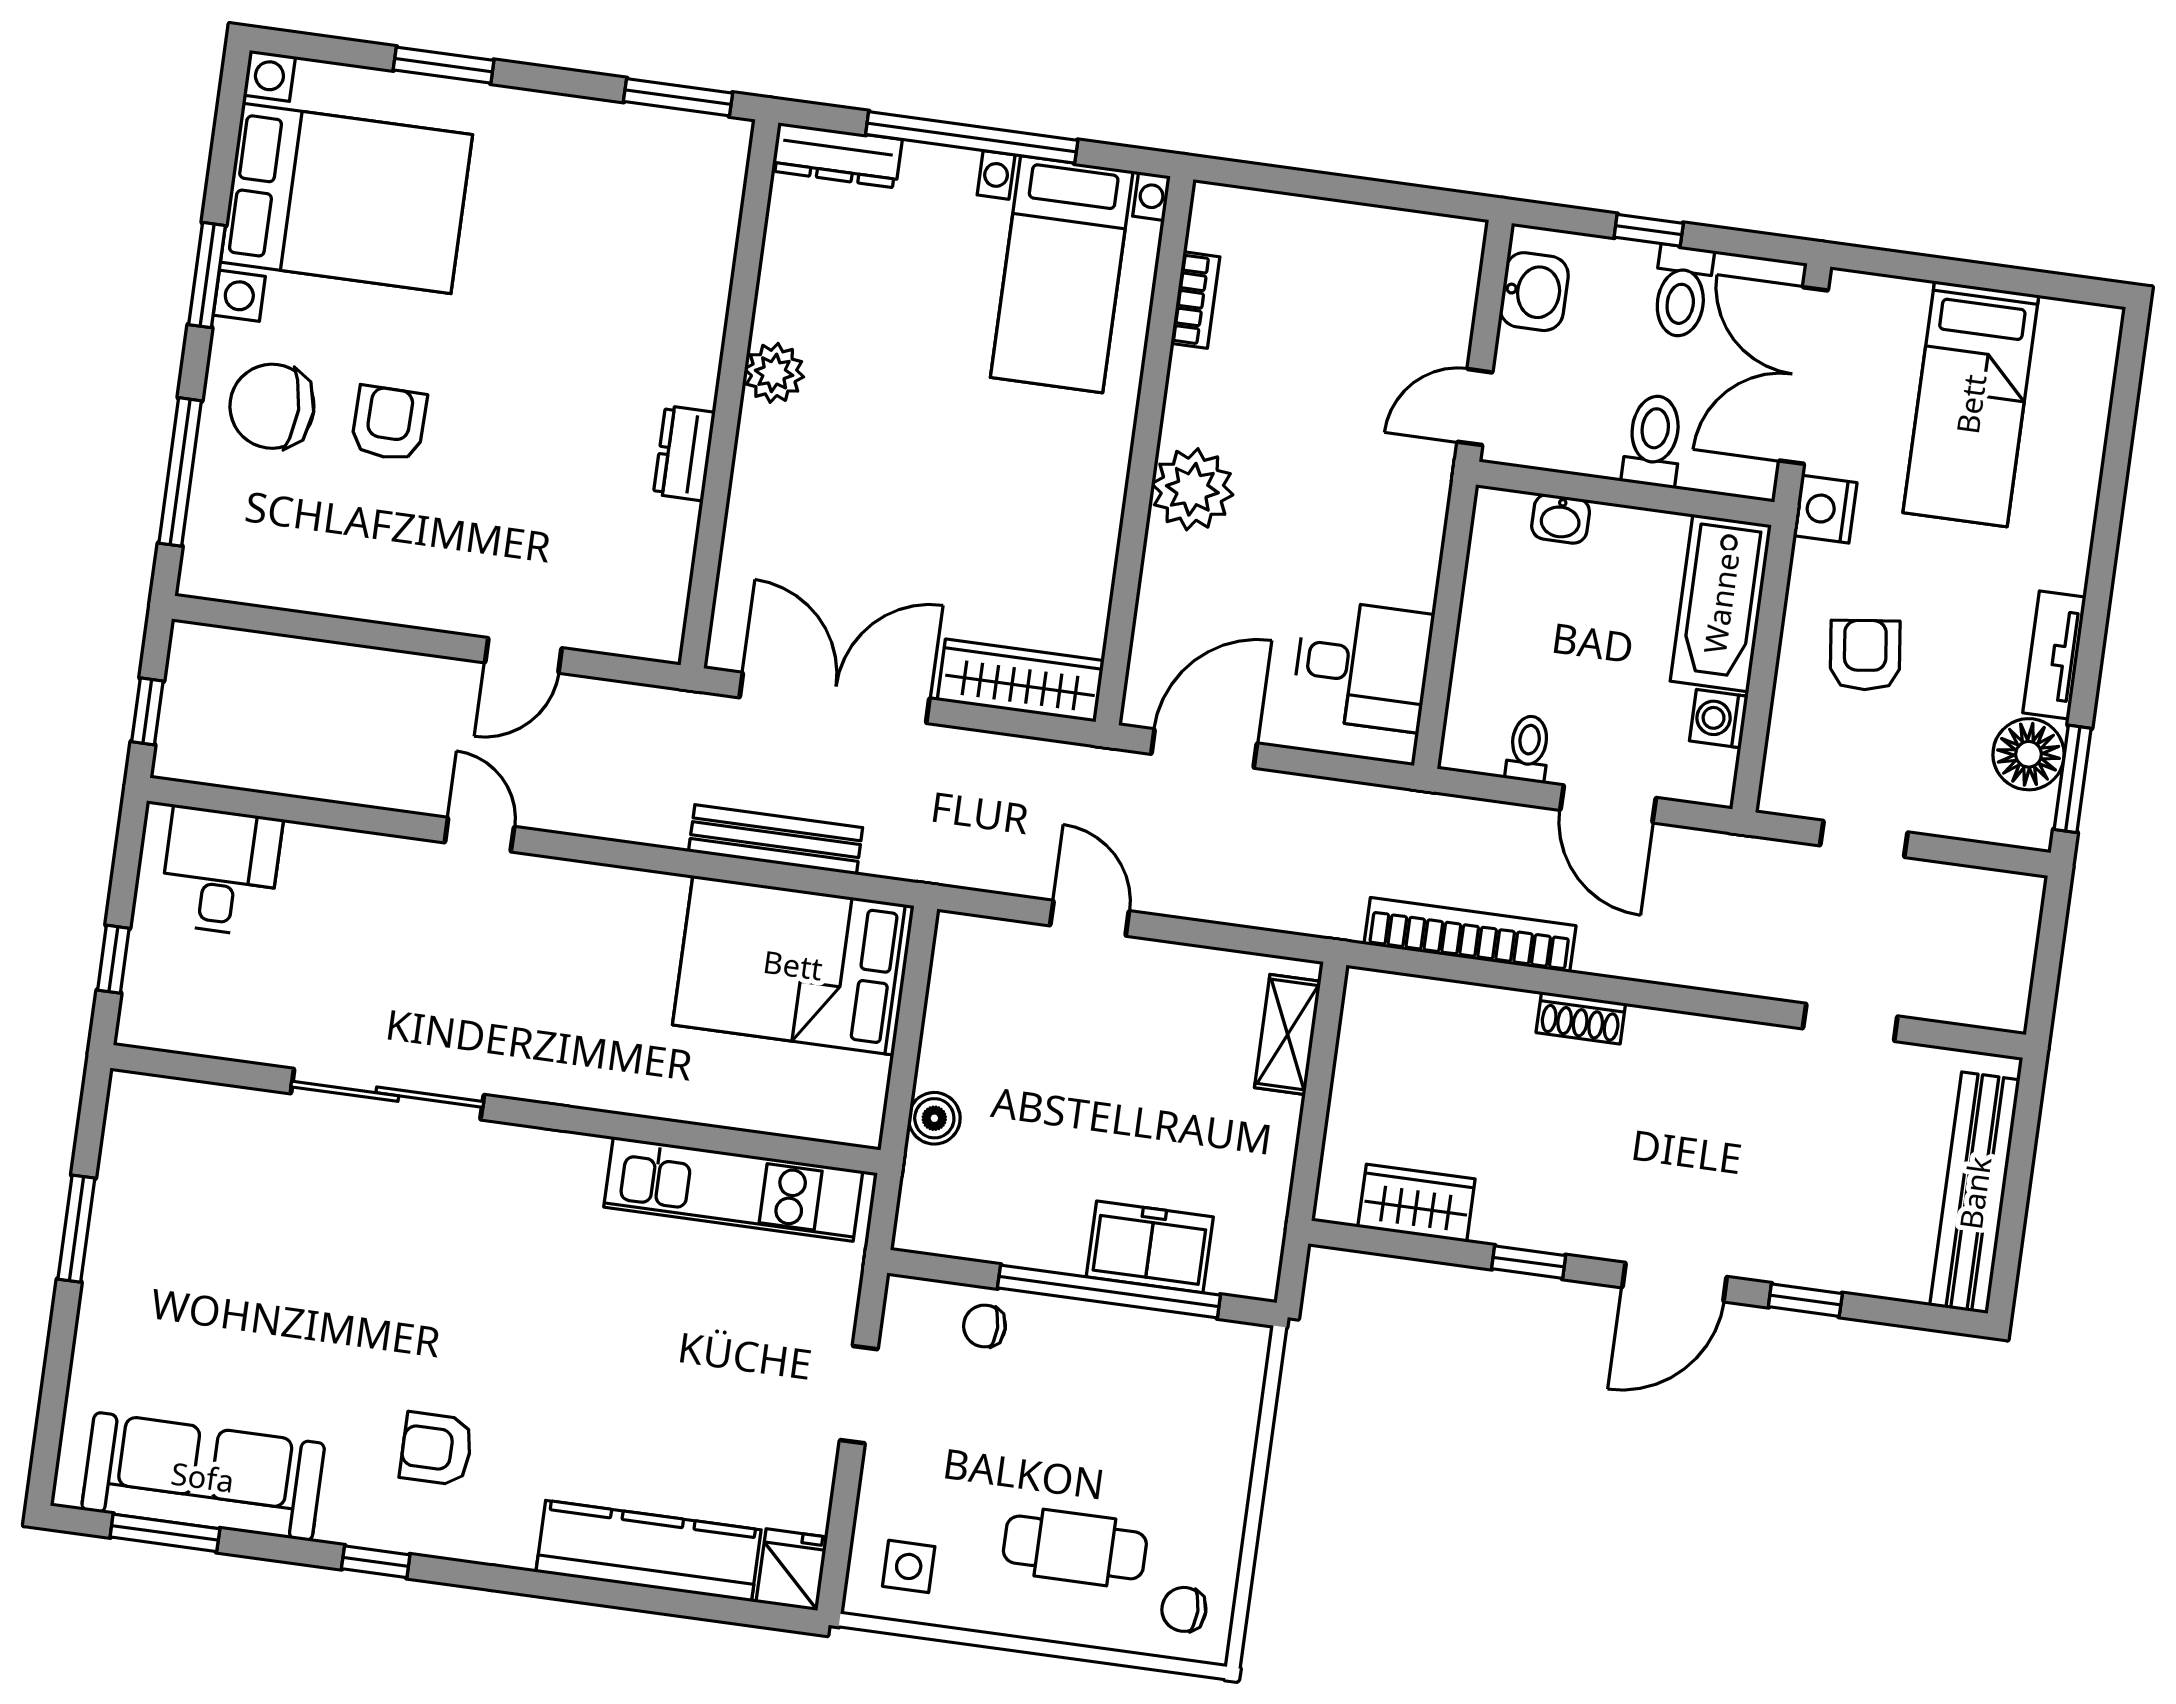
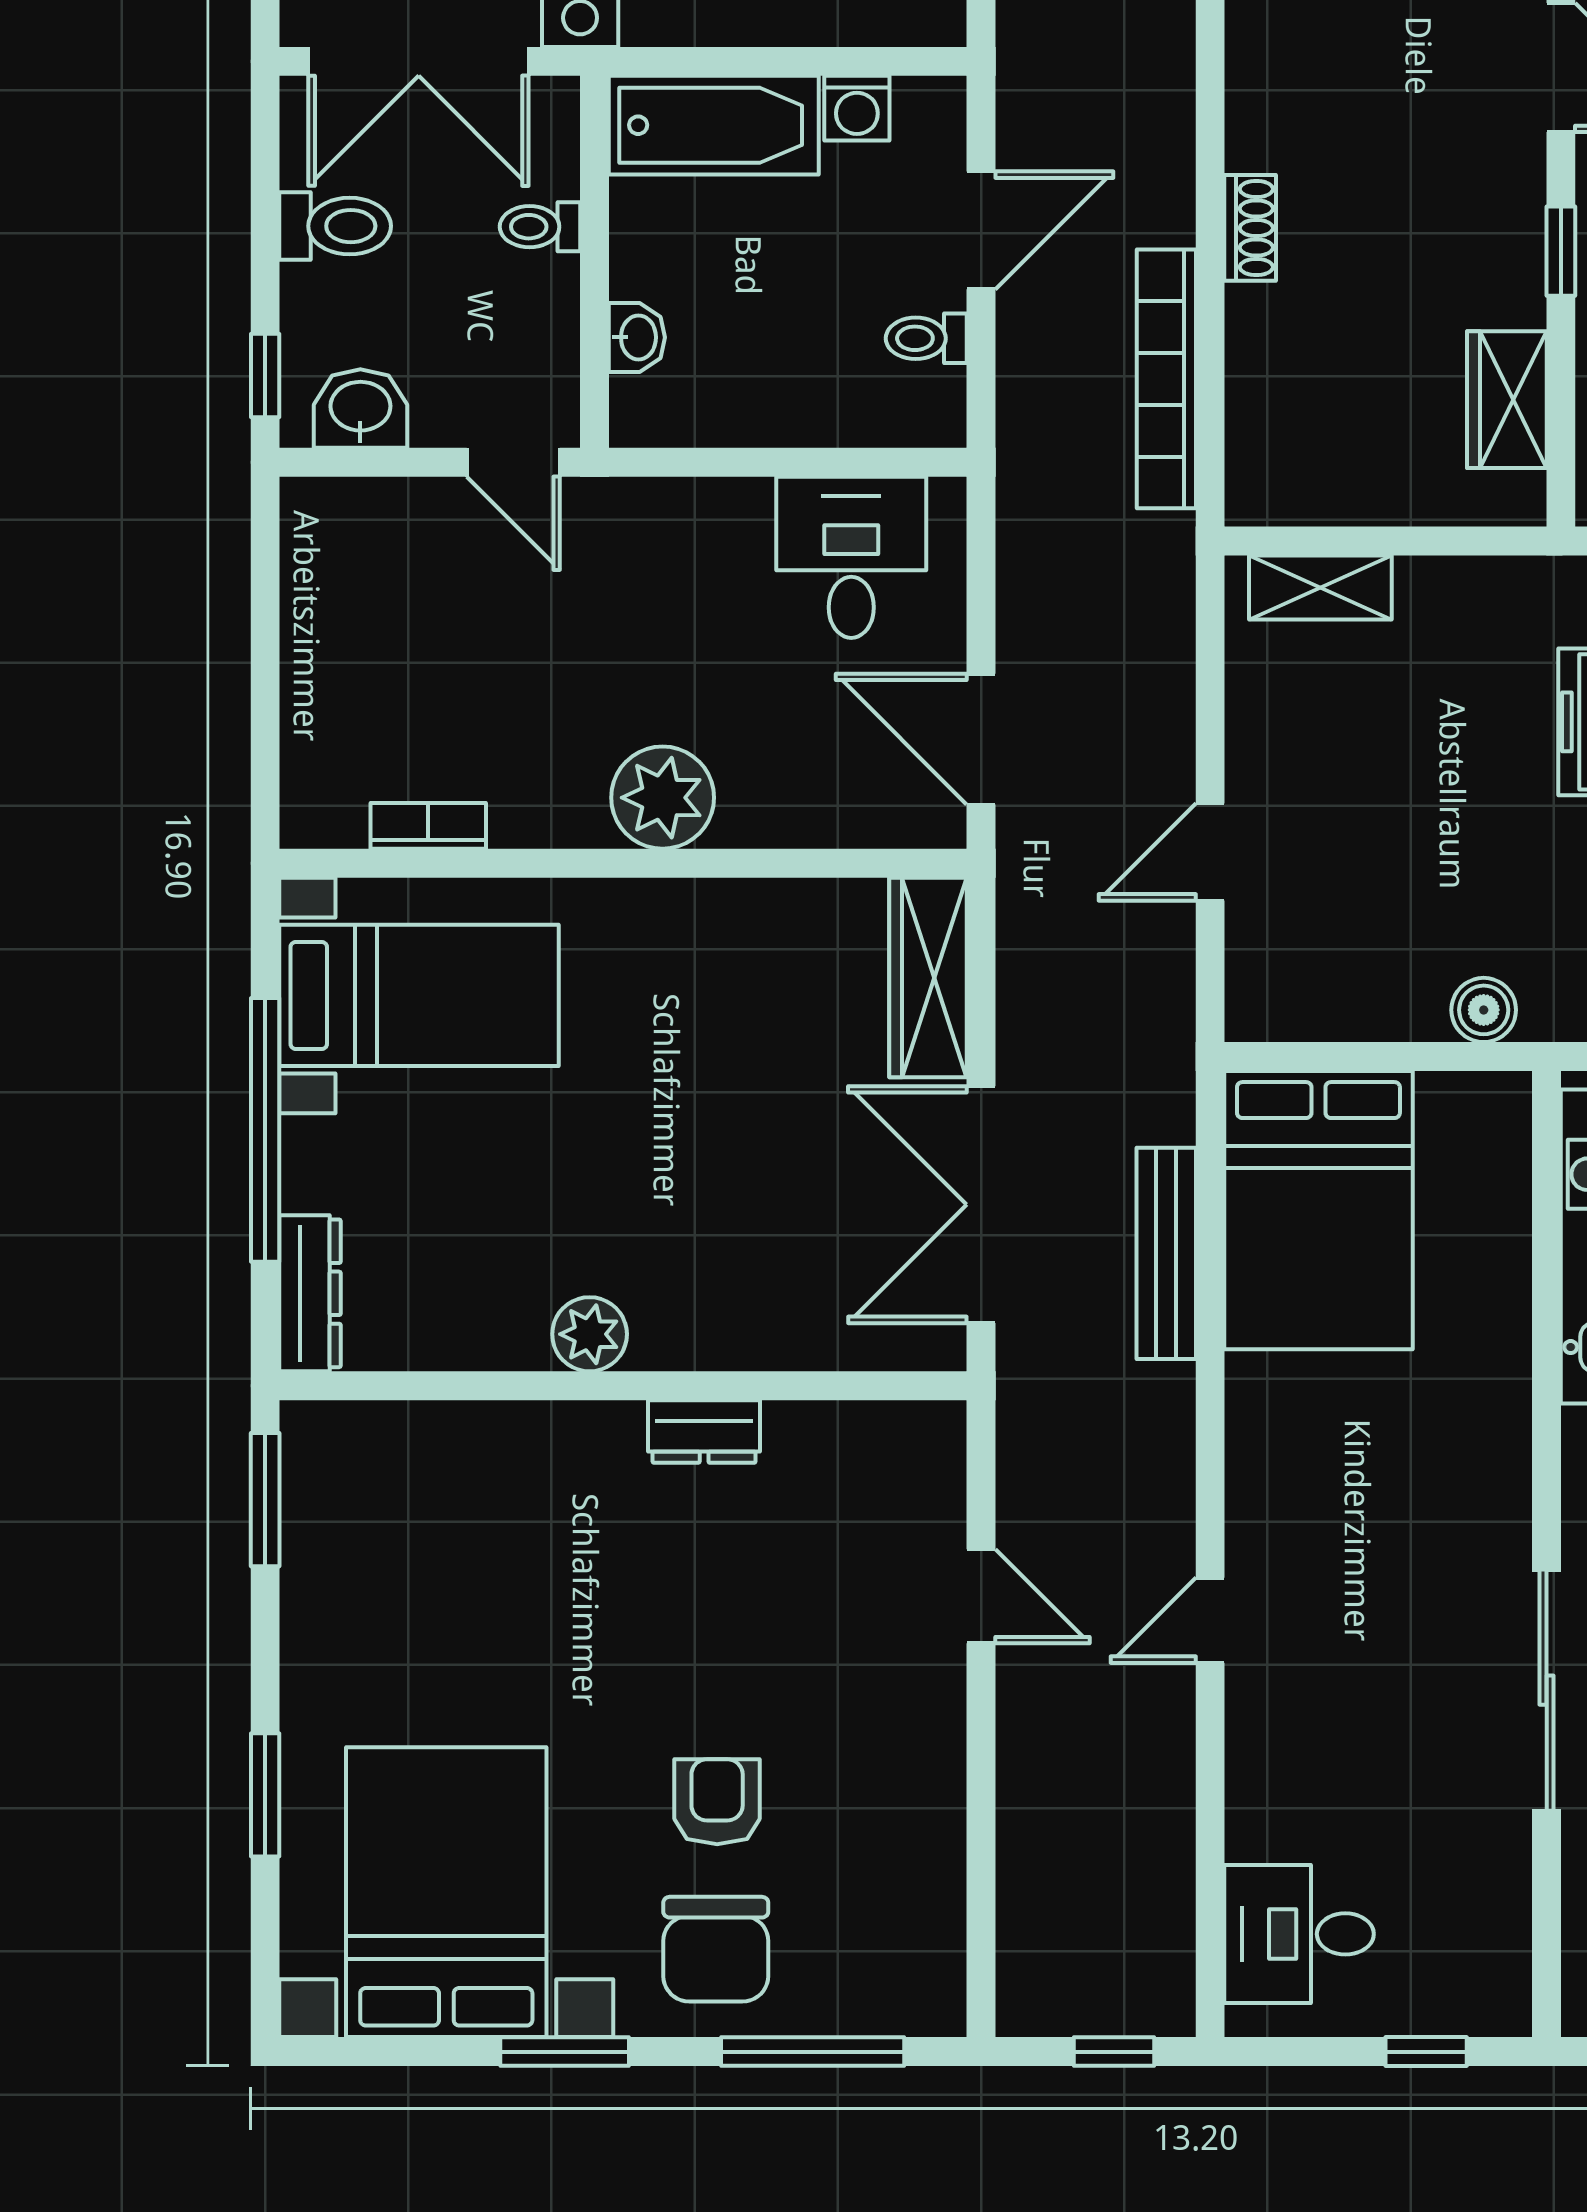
window: (1649, 230) -> (265, 376), moved
armchair: (389, 423) -> (717, 1802), turned 89
toilet: (1653, 441) -> (540, 227), width x0.73, depth x0.72

